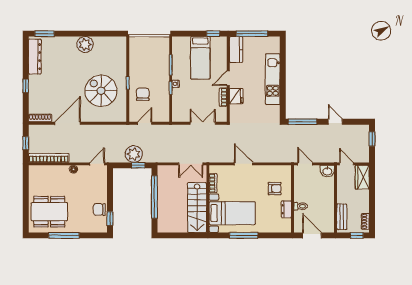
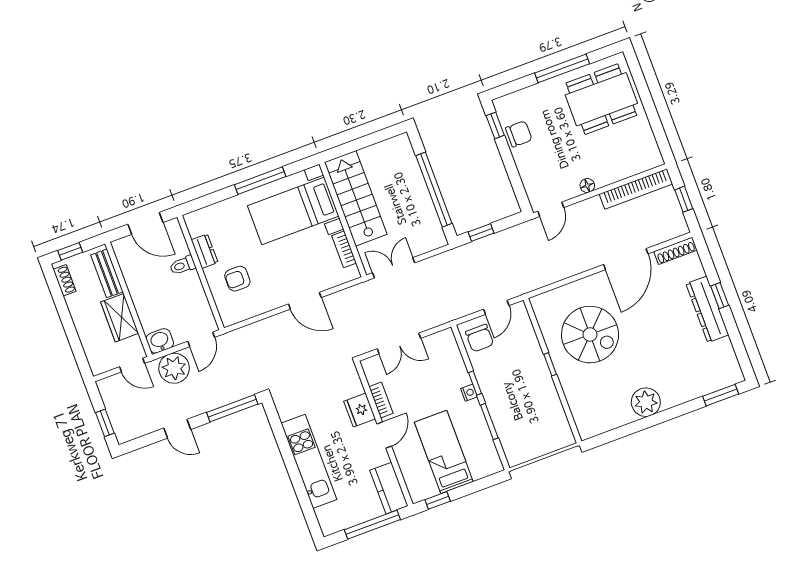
dresser: (35, 57) -> (707, 309), moved
chair: (143, 94) -> (480, 338), moved
plant: (134, 154) -> (174, 368), moved
door: (305, 164) -> (201, 339), hinge flipped
wardrobe: (362, 177) -> (120, 318), moved, turned 180

